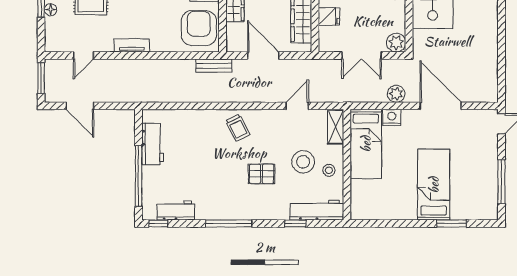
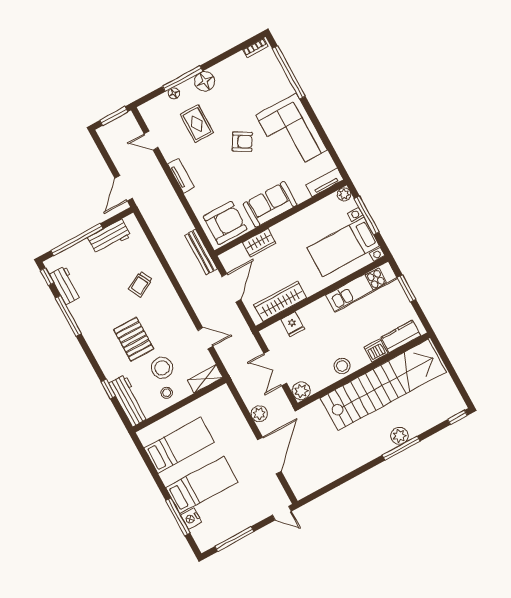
bench: (214, 66) -> (201, 252), width x1.36
door: (80, 106) -> (124, 188), moved
nightstand: (392, 117) -> (191, 519), moved, turned 180
trolley: (238, 128) -> (140, 284), moved
bed: (366, 144) -> (179, 445), moved, turned 180
pallet: (261, 174) -> (134, 339), width x1.50, depth x1.42
window: (229, 223) -> (68, 316), moved
window: (451, 223) -> (178, 517), width x1.44

